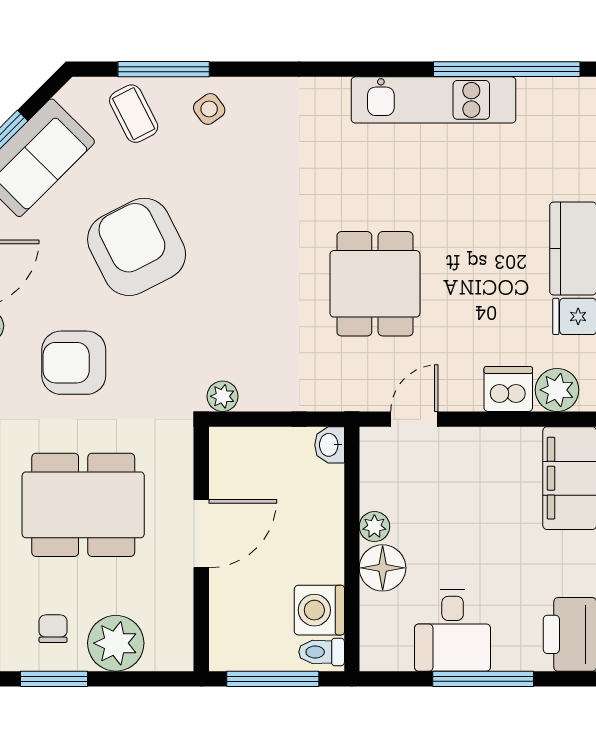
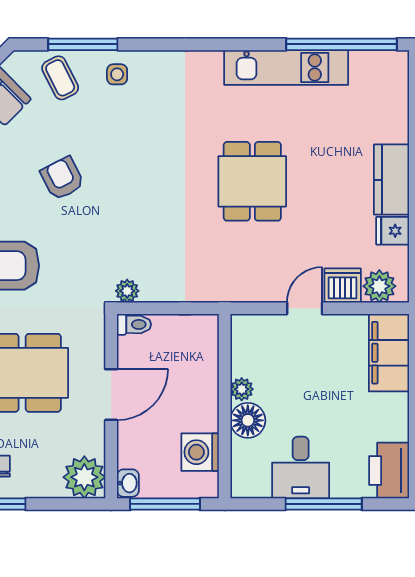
side table: (209, 109) -> (117, 74), turned 36
armchair: (137, 247) -> (62, 178), width x0.53, depth x0.53
dining table: (375, 284) -> (252, 181), moved
door: (414, 419) -> (305, 308), moved
washbasin: (330, 445) -> (128, 483), moved, turned 180
plant: (116, 643) -> (84, 477), moved
toilet: (322, 652) -> (134, 324), moved, turned 180

